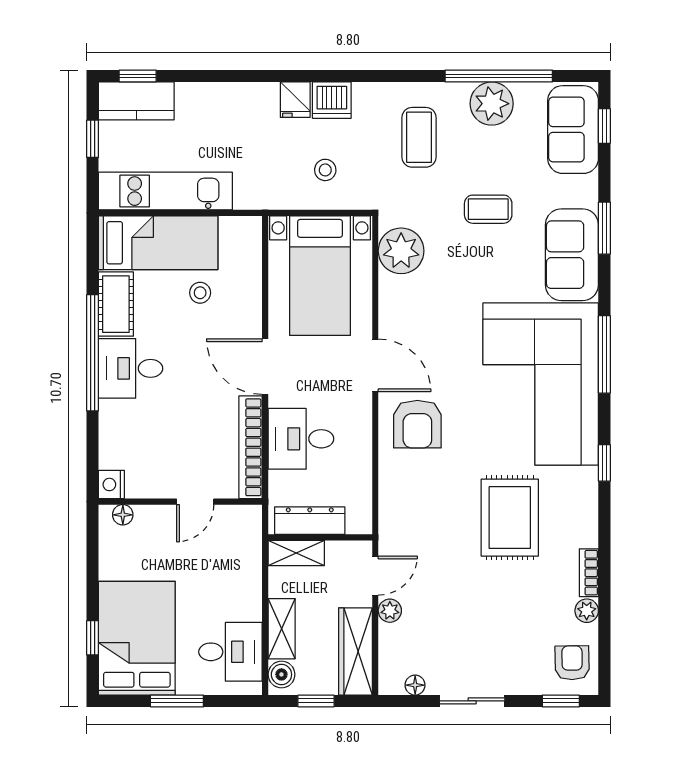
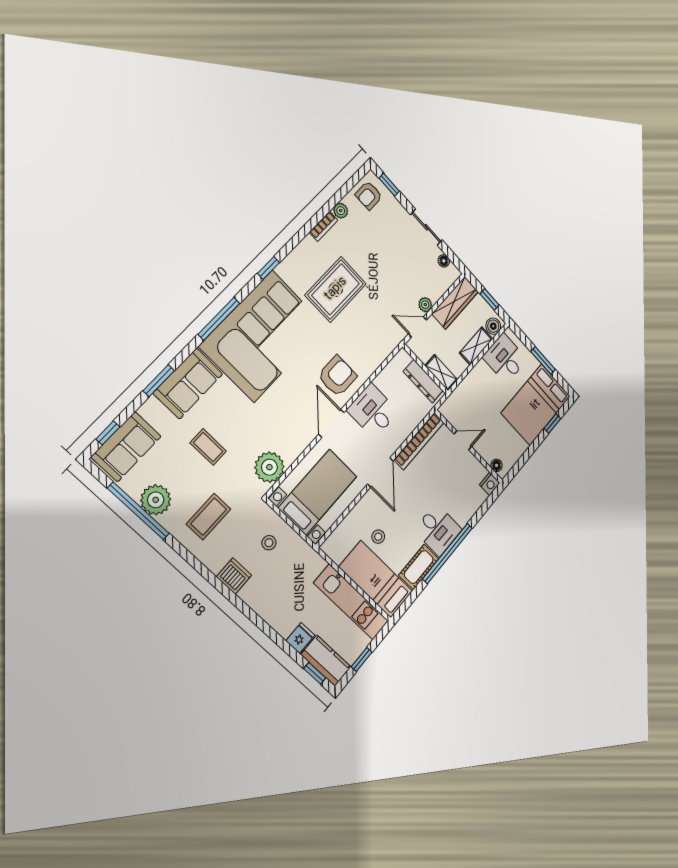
fridge: (295, 100) -> (300, 638), moved
desk: (301, 439) -> (373, 411), moved, turned 180

